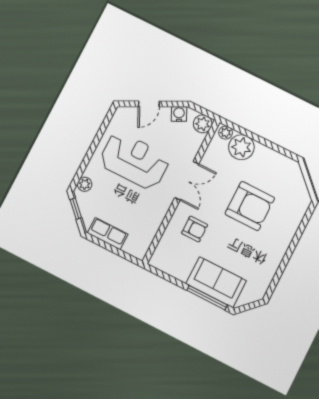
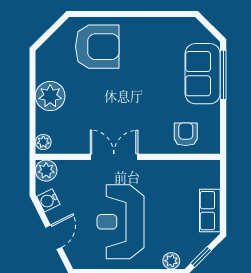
door: (149, 104) -> (54, 237), hinge flipped
plant: (241, 147) -> (50, 96), moved
armchair: (250, 206) -> (97, 47), moved, turned 90
armchair: (195, 229) -> (186, 134), moved

